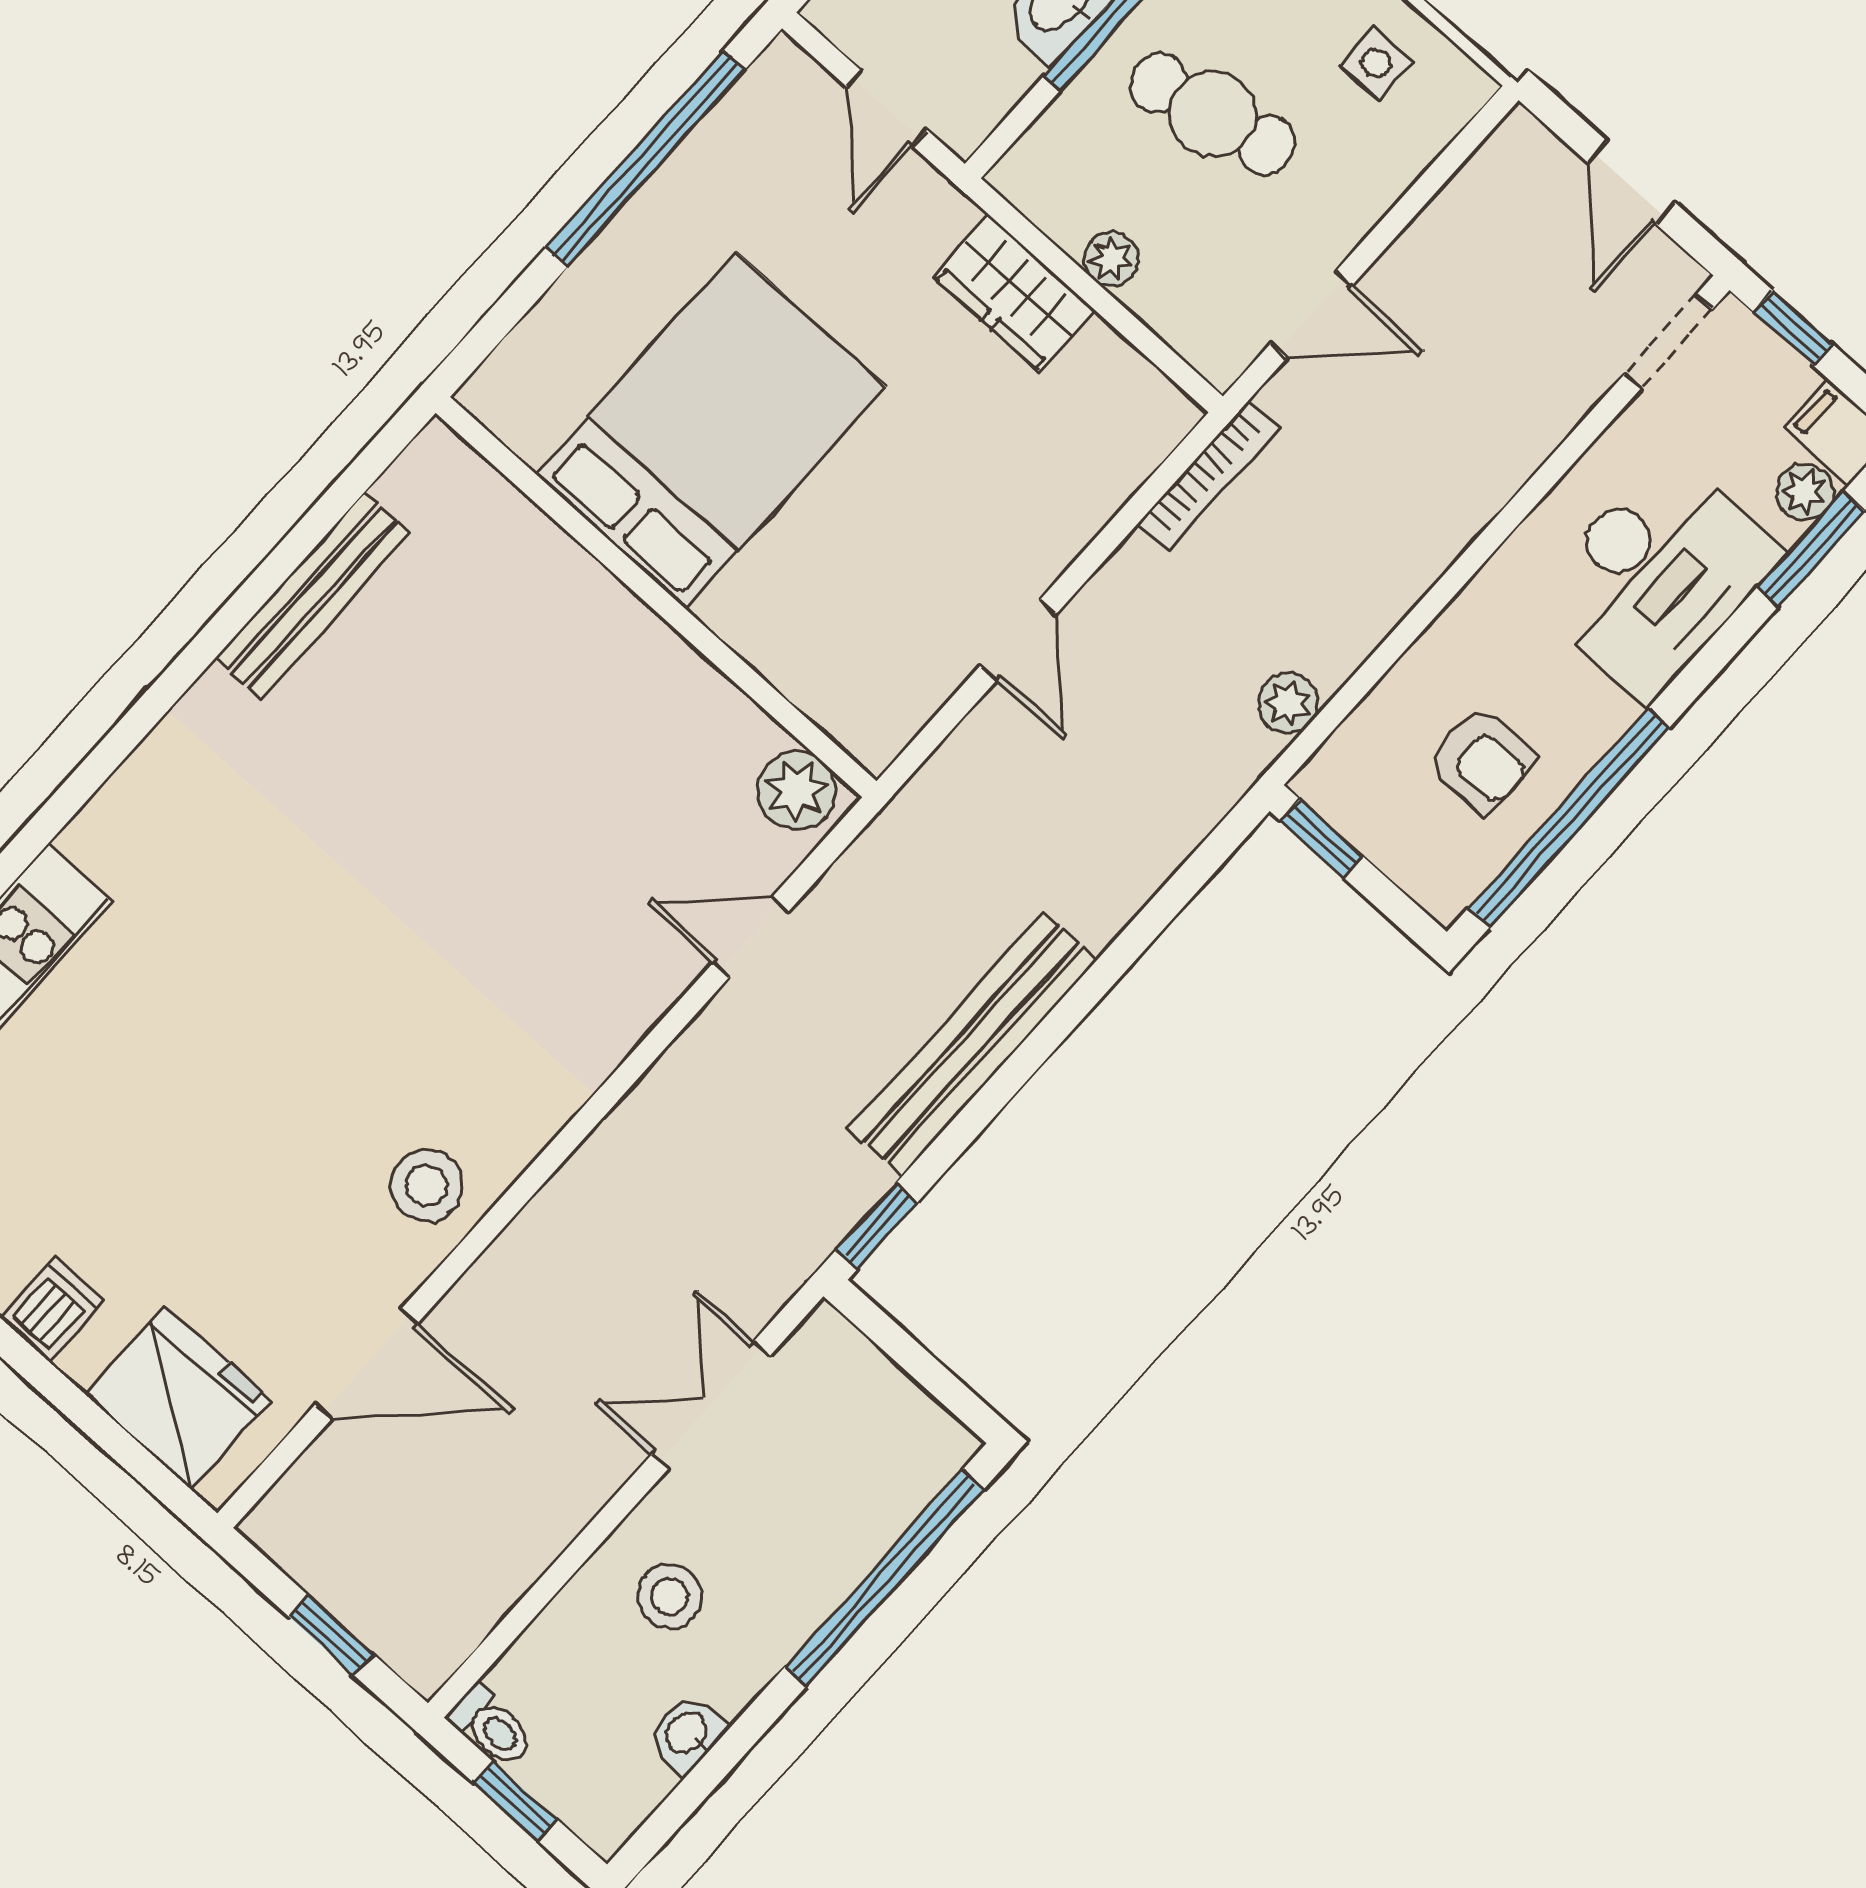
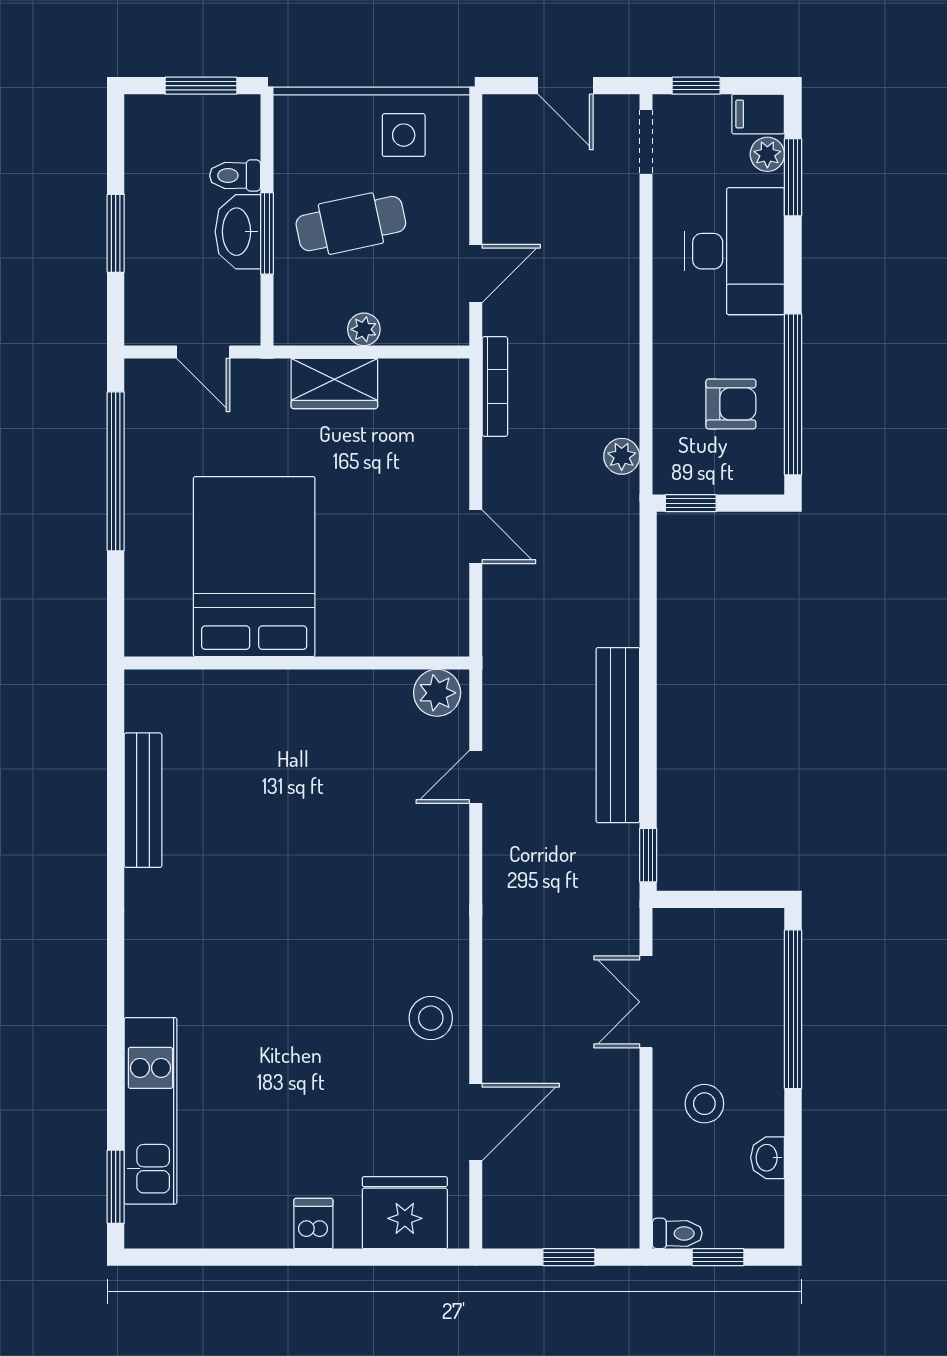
side table: (1376, 63) -> (404, 135), width x1.37, depth x1.37

